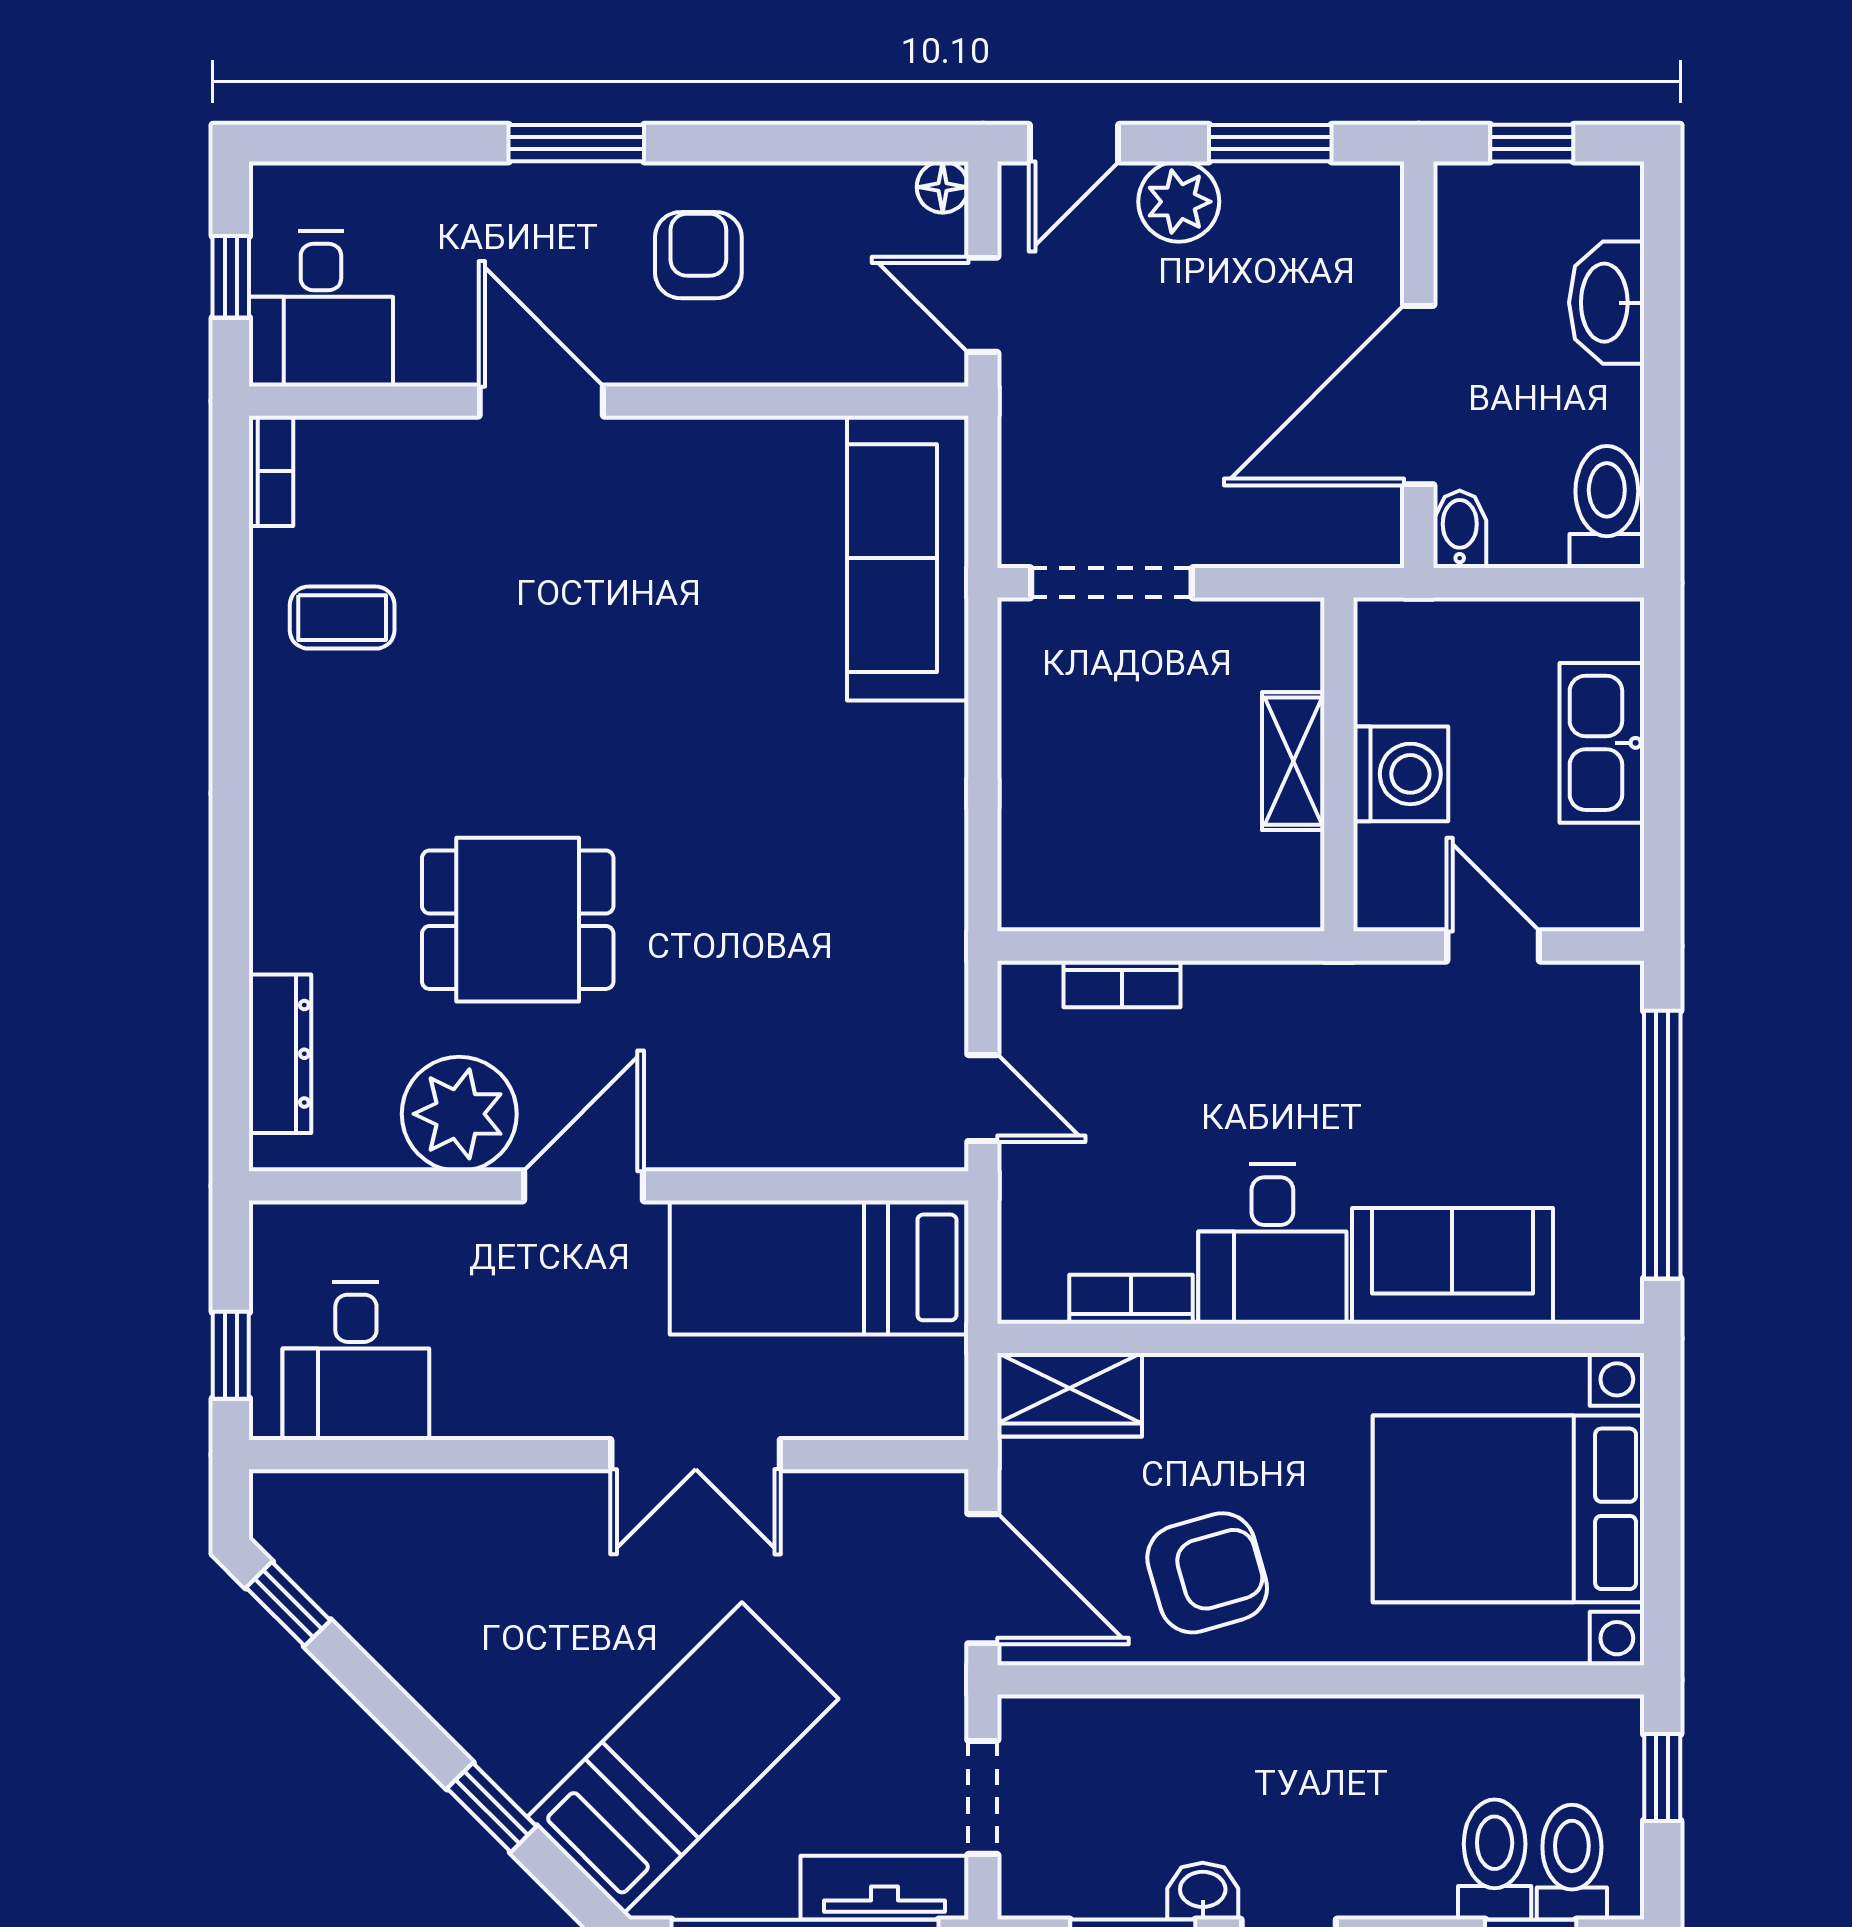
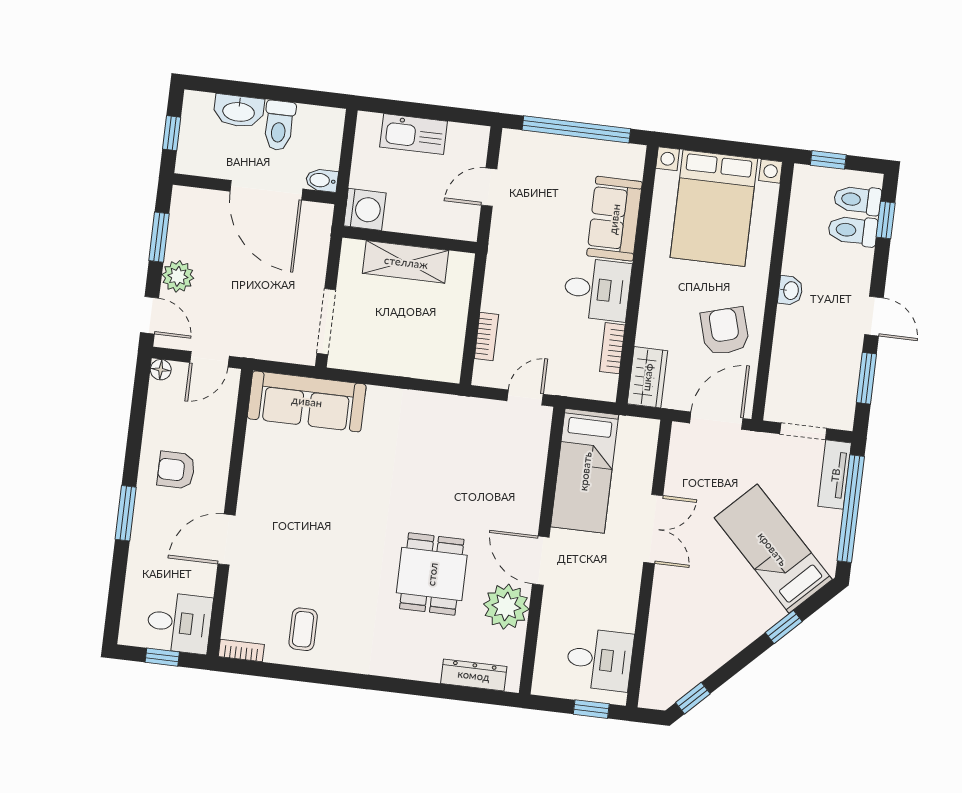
toilet: (1607, 507) -> (279, 125), moved, turned -90
shelving: (1293, 761) -> (406, 262), width x1.50, depth x1.33
washing machine: (1401, 774) -> (365, 209), moved, turned 90
washbasin: (1203, 1891) -> (790, 290), moved, turned 180

